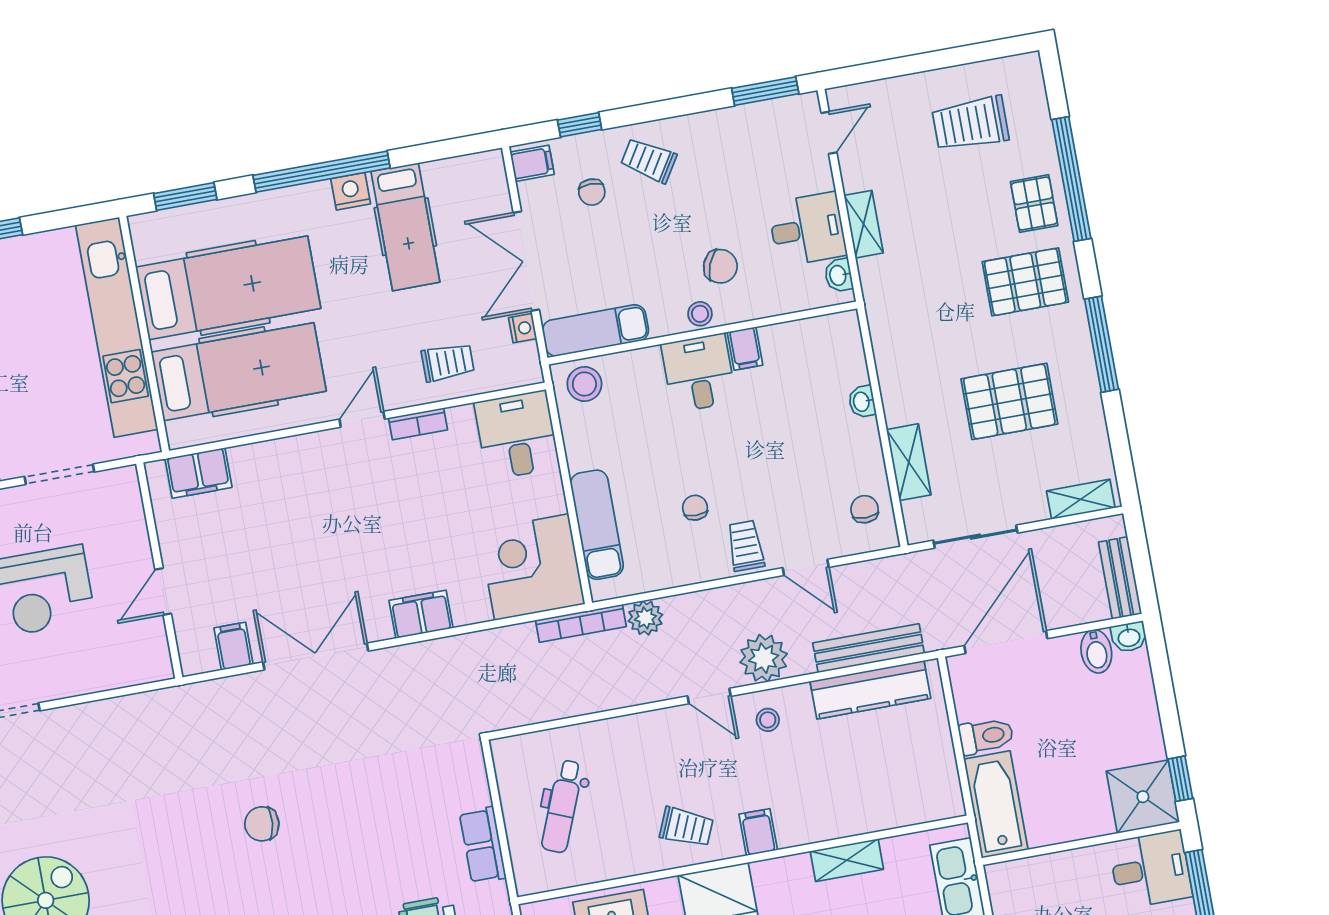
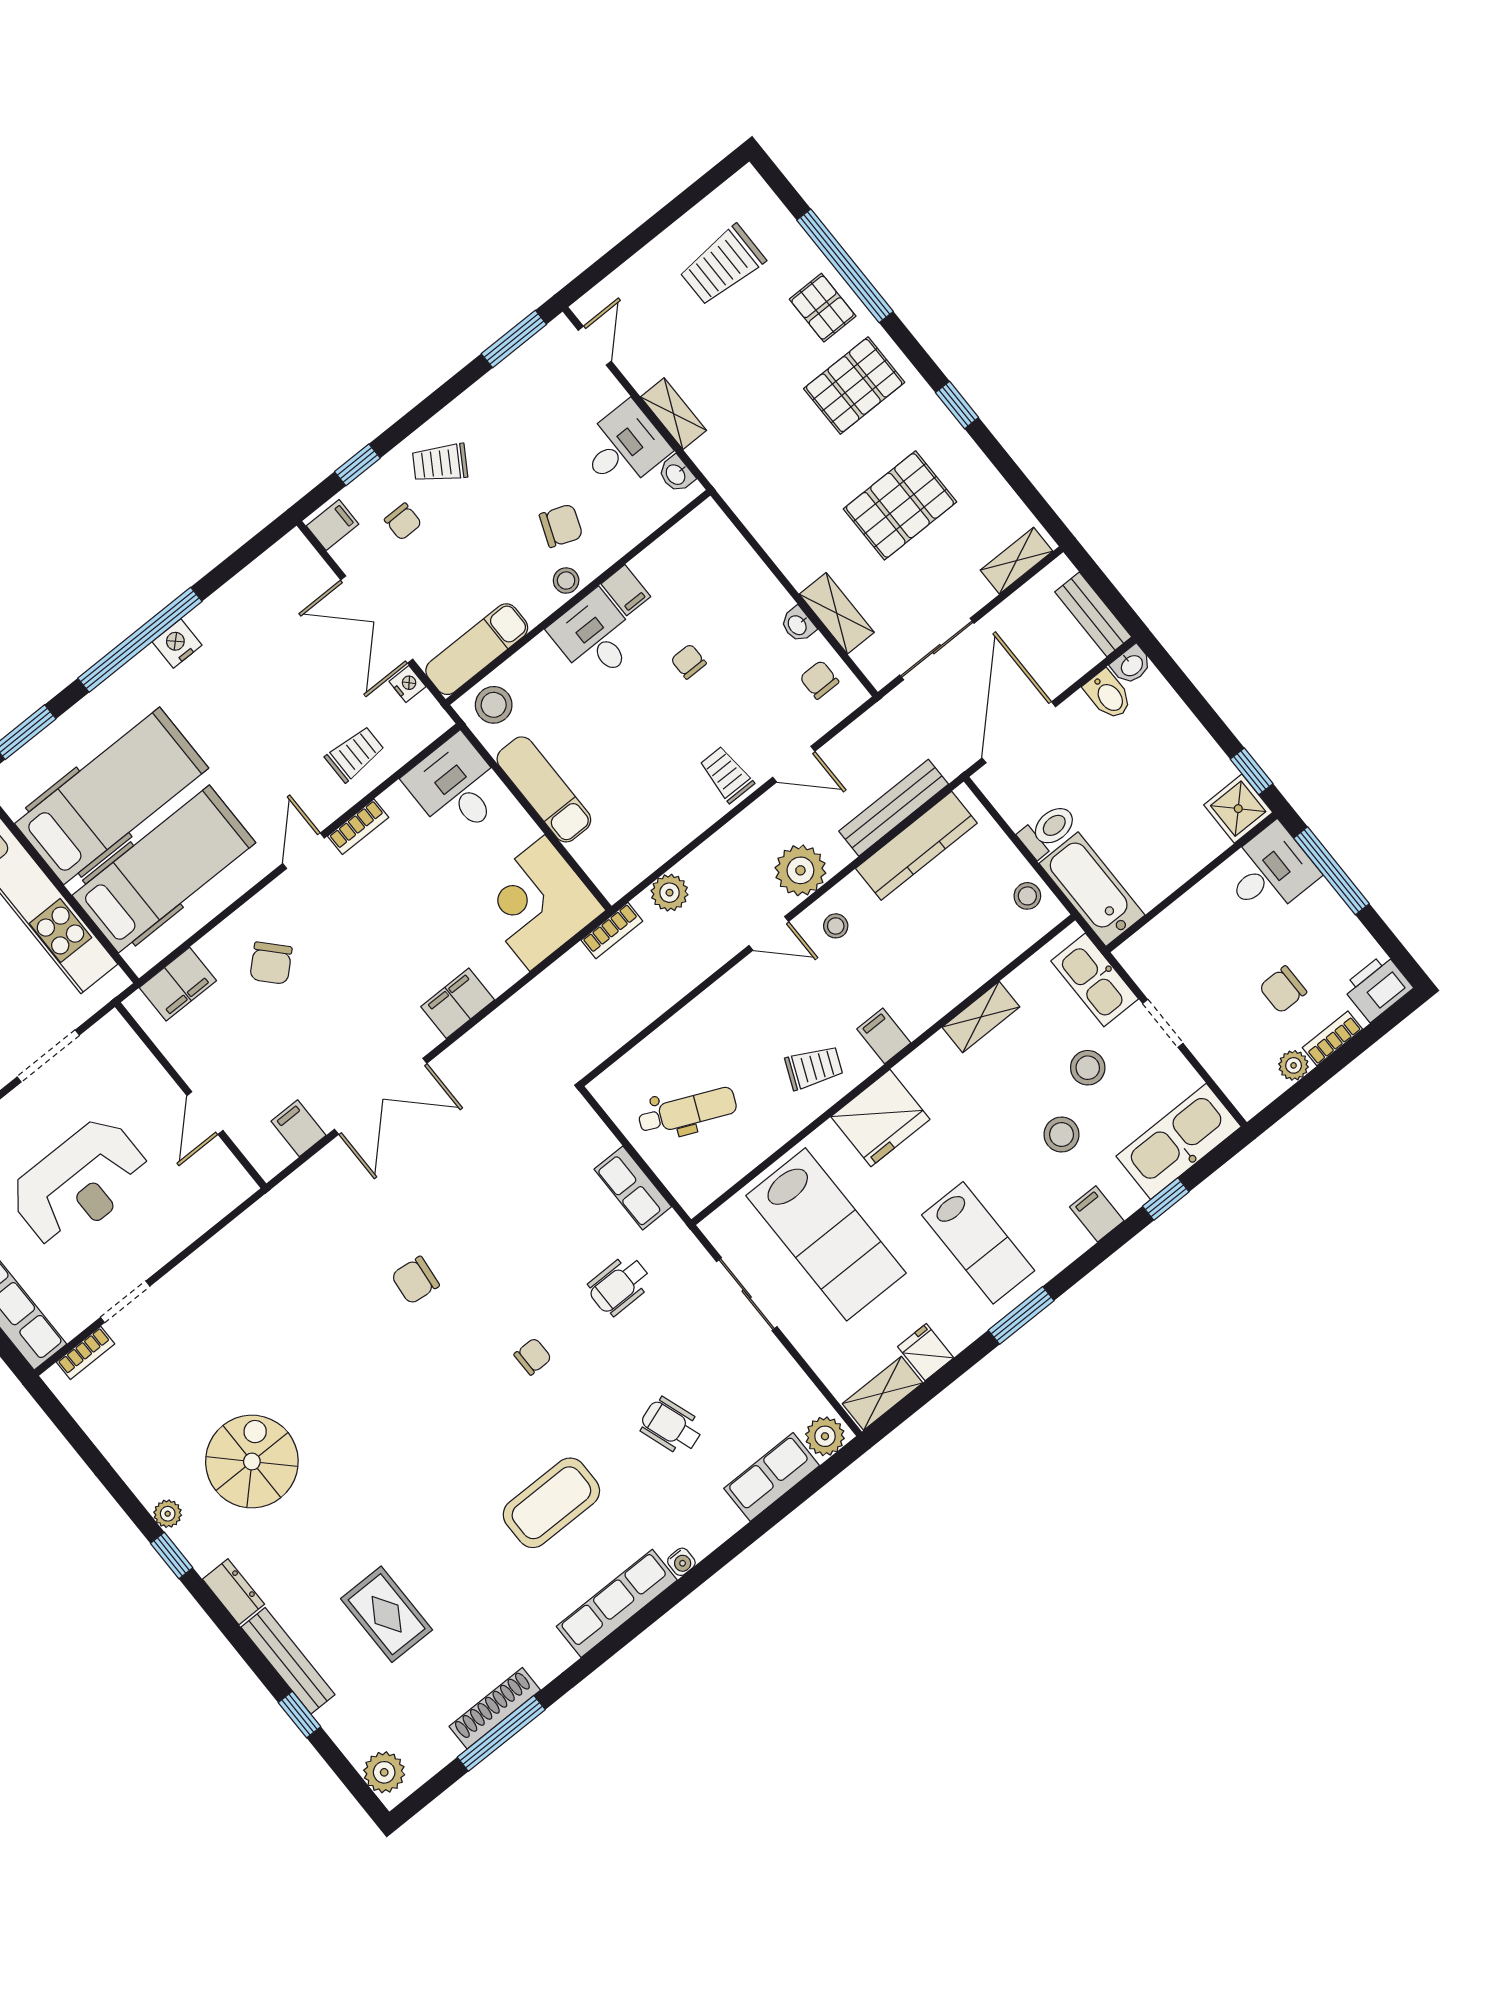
hospital bed: (405, 227) -> (246, 649), removed
window: (1101, 344) -> (957, 405), width x0.46
washbasin: (862, 402) -> (798, 625), moved
chair: (285, 497) -> (271, 963), added
chair: (695, 508) -> (689, 661), moved
exam couch: (597, 525) -> (544, 789), moved
bookcase: (581, 623) -> (612, 931), width x0.64
double door: (316, 657) -> (381, 1096), swing flipped
stool: (939, 781) -> (1027, 896), added
shower: (1143, 797) -> (1238, 809), width x0.73, depth x0.73
dental chair: (562, 806) -> (687, 1111), turned -88

